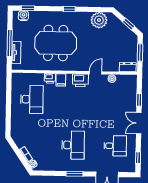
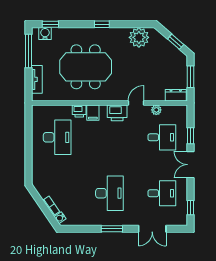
window: (10, 43) -> (28, 51), moved
desk: (116, 101) -> (162, 137), added

